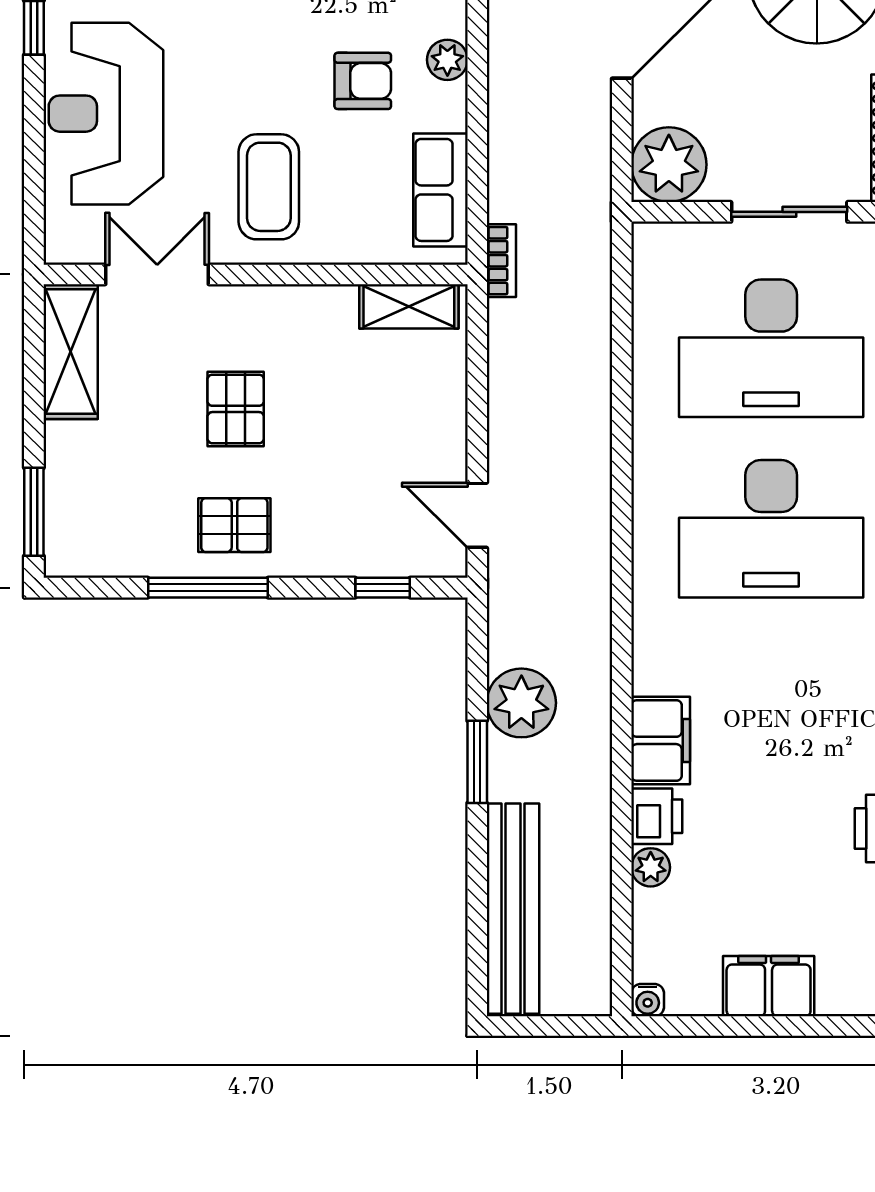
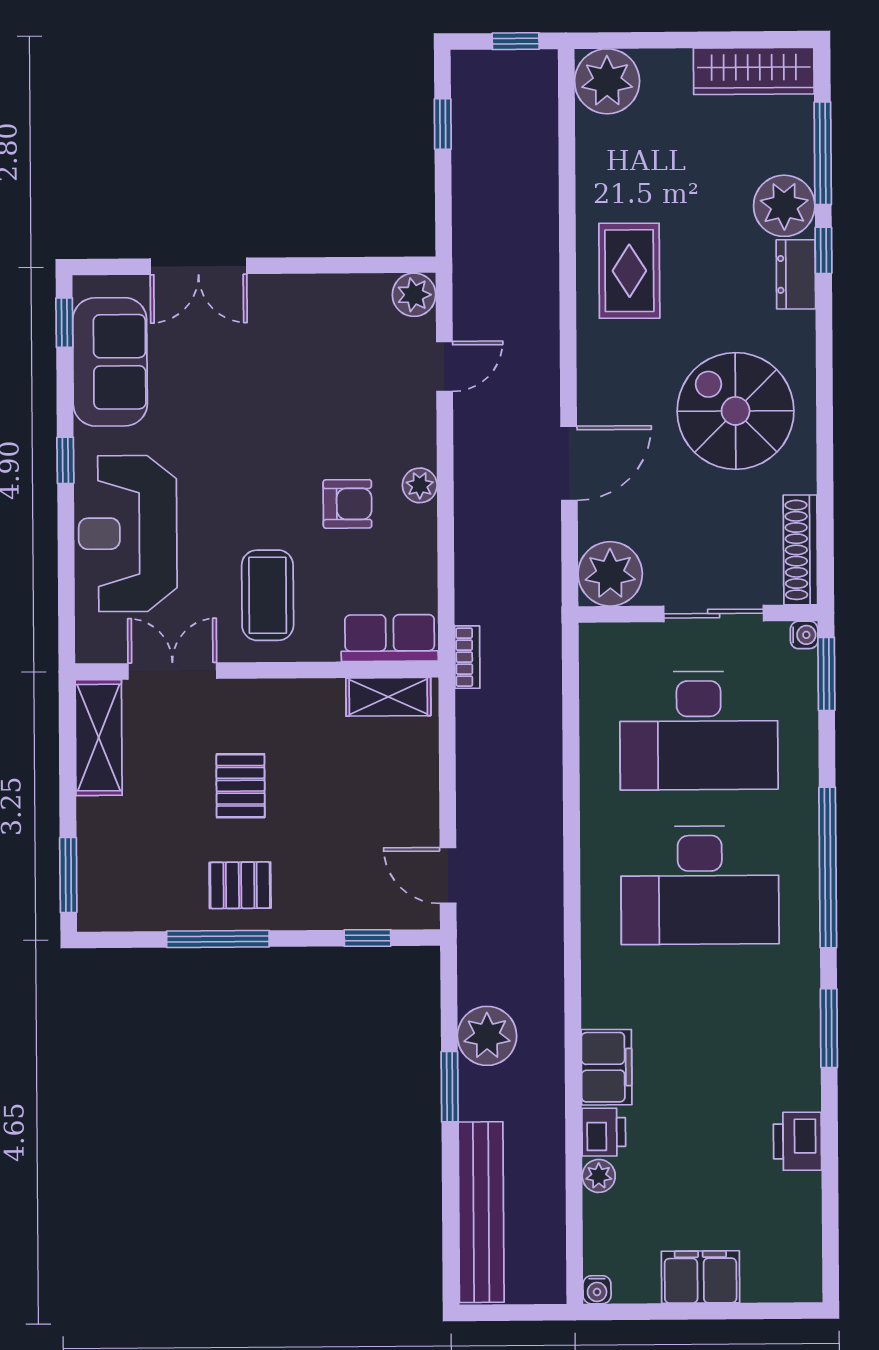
row of seats: (440, 190) -> (390, 638), moved, turned 90

